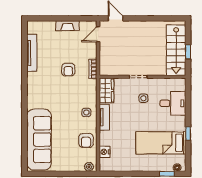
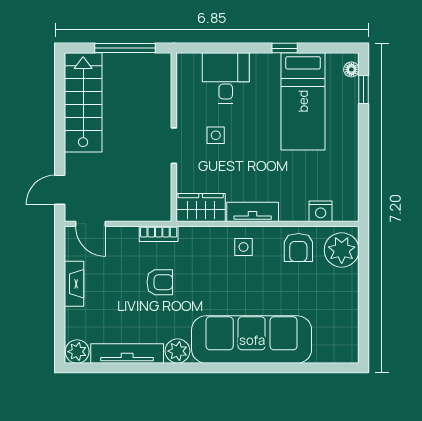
plant: (33, 27) -> (77, 352), added
stairs: (176, 50) -> (83, 102), moved, turned -90
window: (188, 52) -> (125, 48), width x2.17
plant: (33, 79) -> (178, 351), added
sofa: (39, 140) -> (252, 340), moved
armchair: (86, 140) -> (298, 248), turned 90
plant: (89, 167) -> (342, 250), width x1.88, depth x1.88

